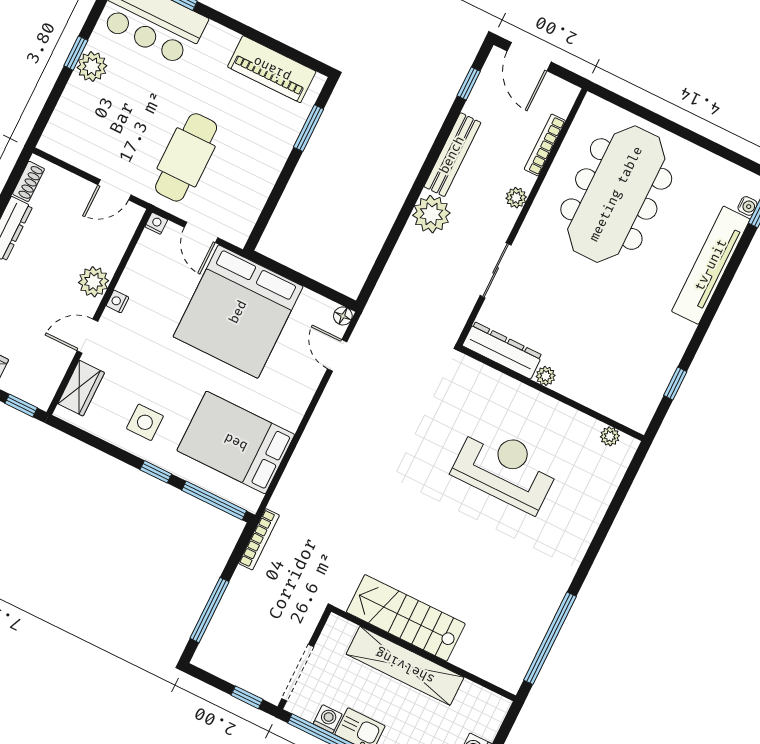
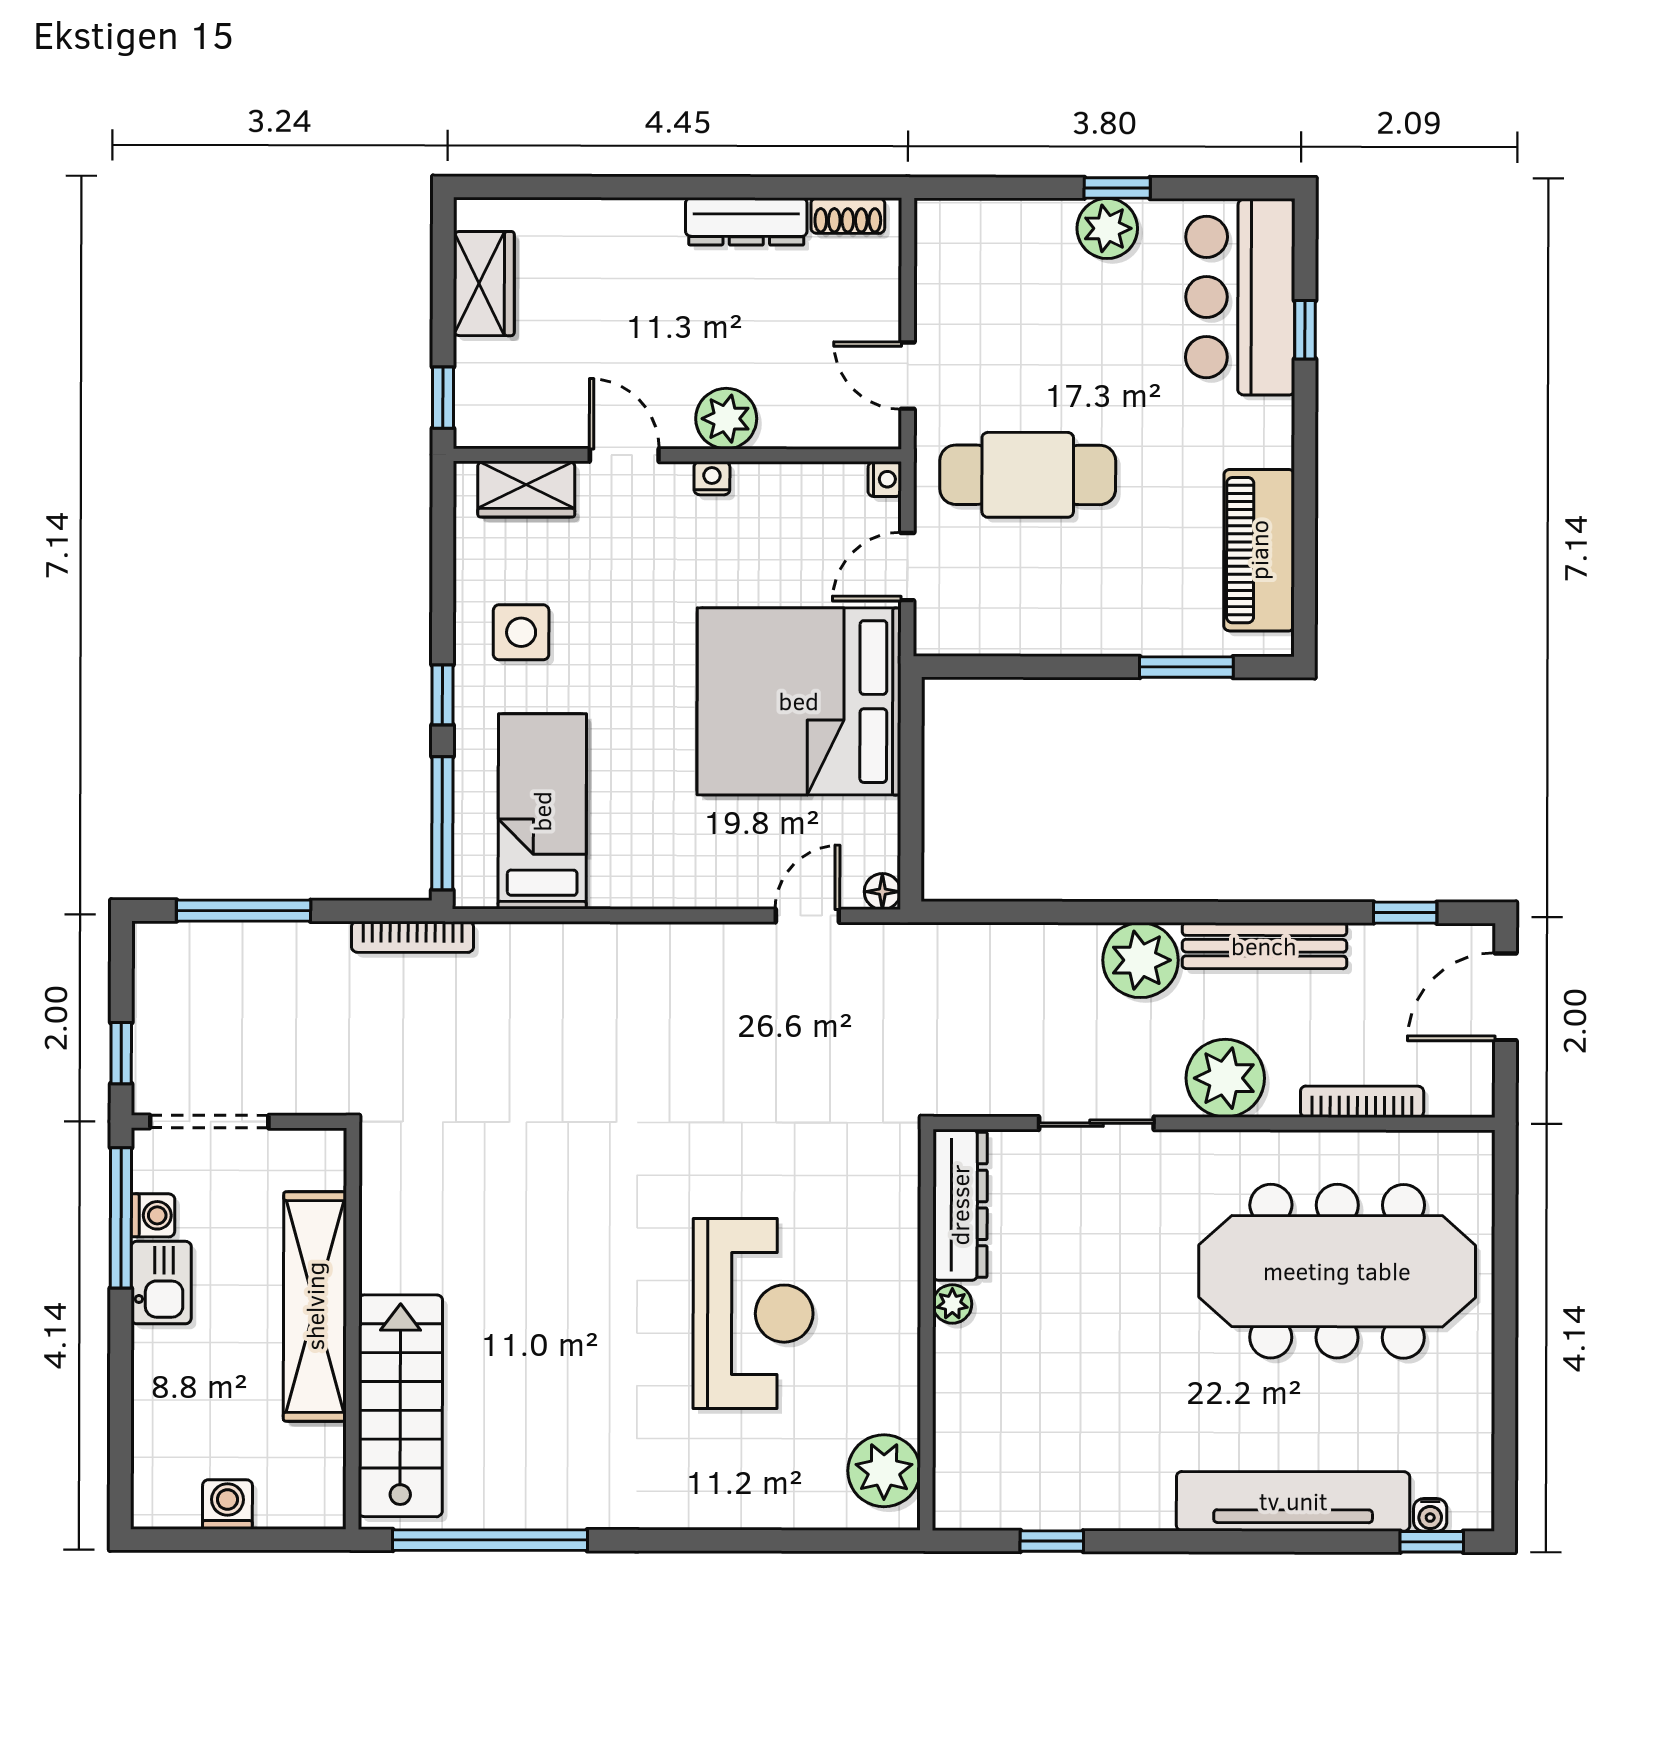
plant: (516, 198) -> (1225, 1078), width x1.87, depth x1.87
plant: (610, 436) -> (884, 1471), width x1.87, depth x1.87
bed: (236, 442) -> (542, 811), width x0.67
stairs: (406, 618) -> (400, 1406), moved

